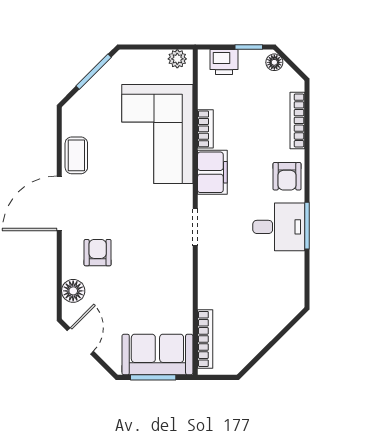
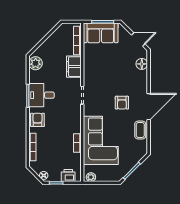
filing cabinet: (212, 172) -> (74, 67), moved
armchair: (98, 253) -> (122, 103), moved
plant: (291, 292) -> (36, 63), added
door: (80, 341) -> (138, 40), swing flipped

